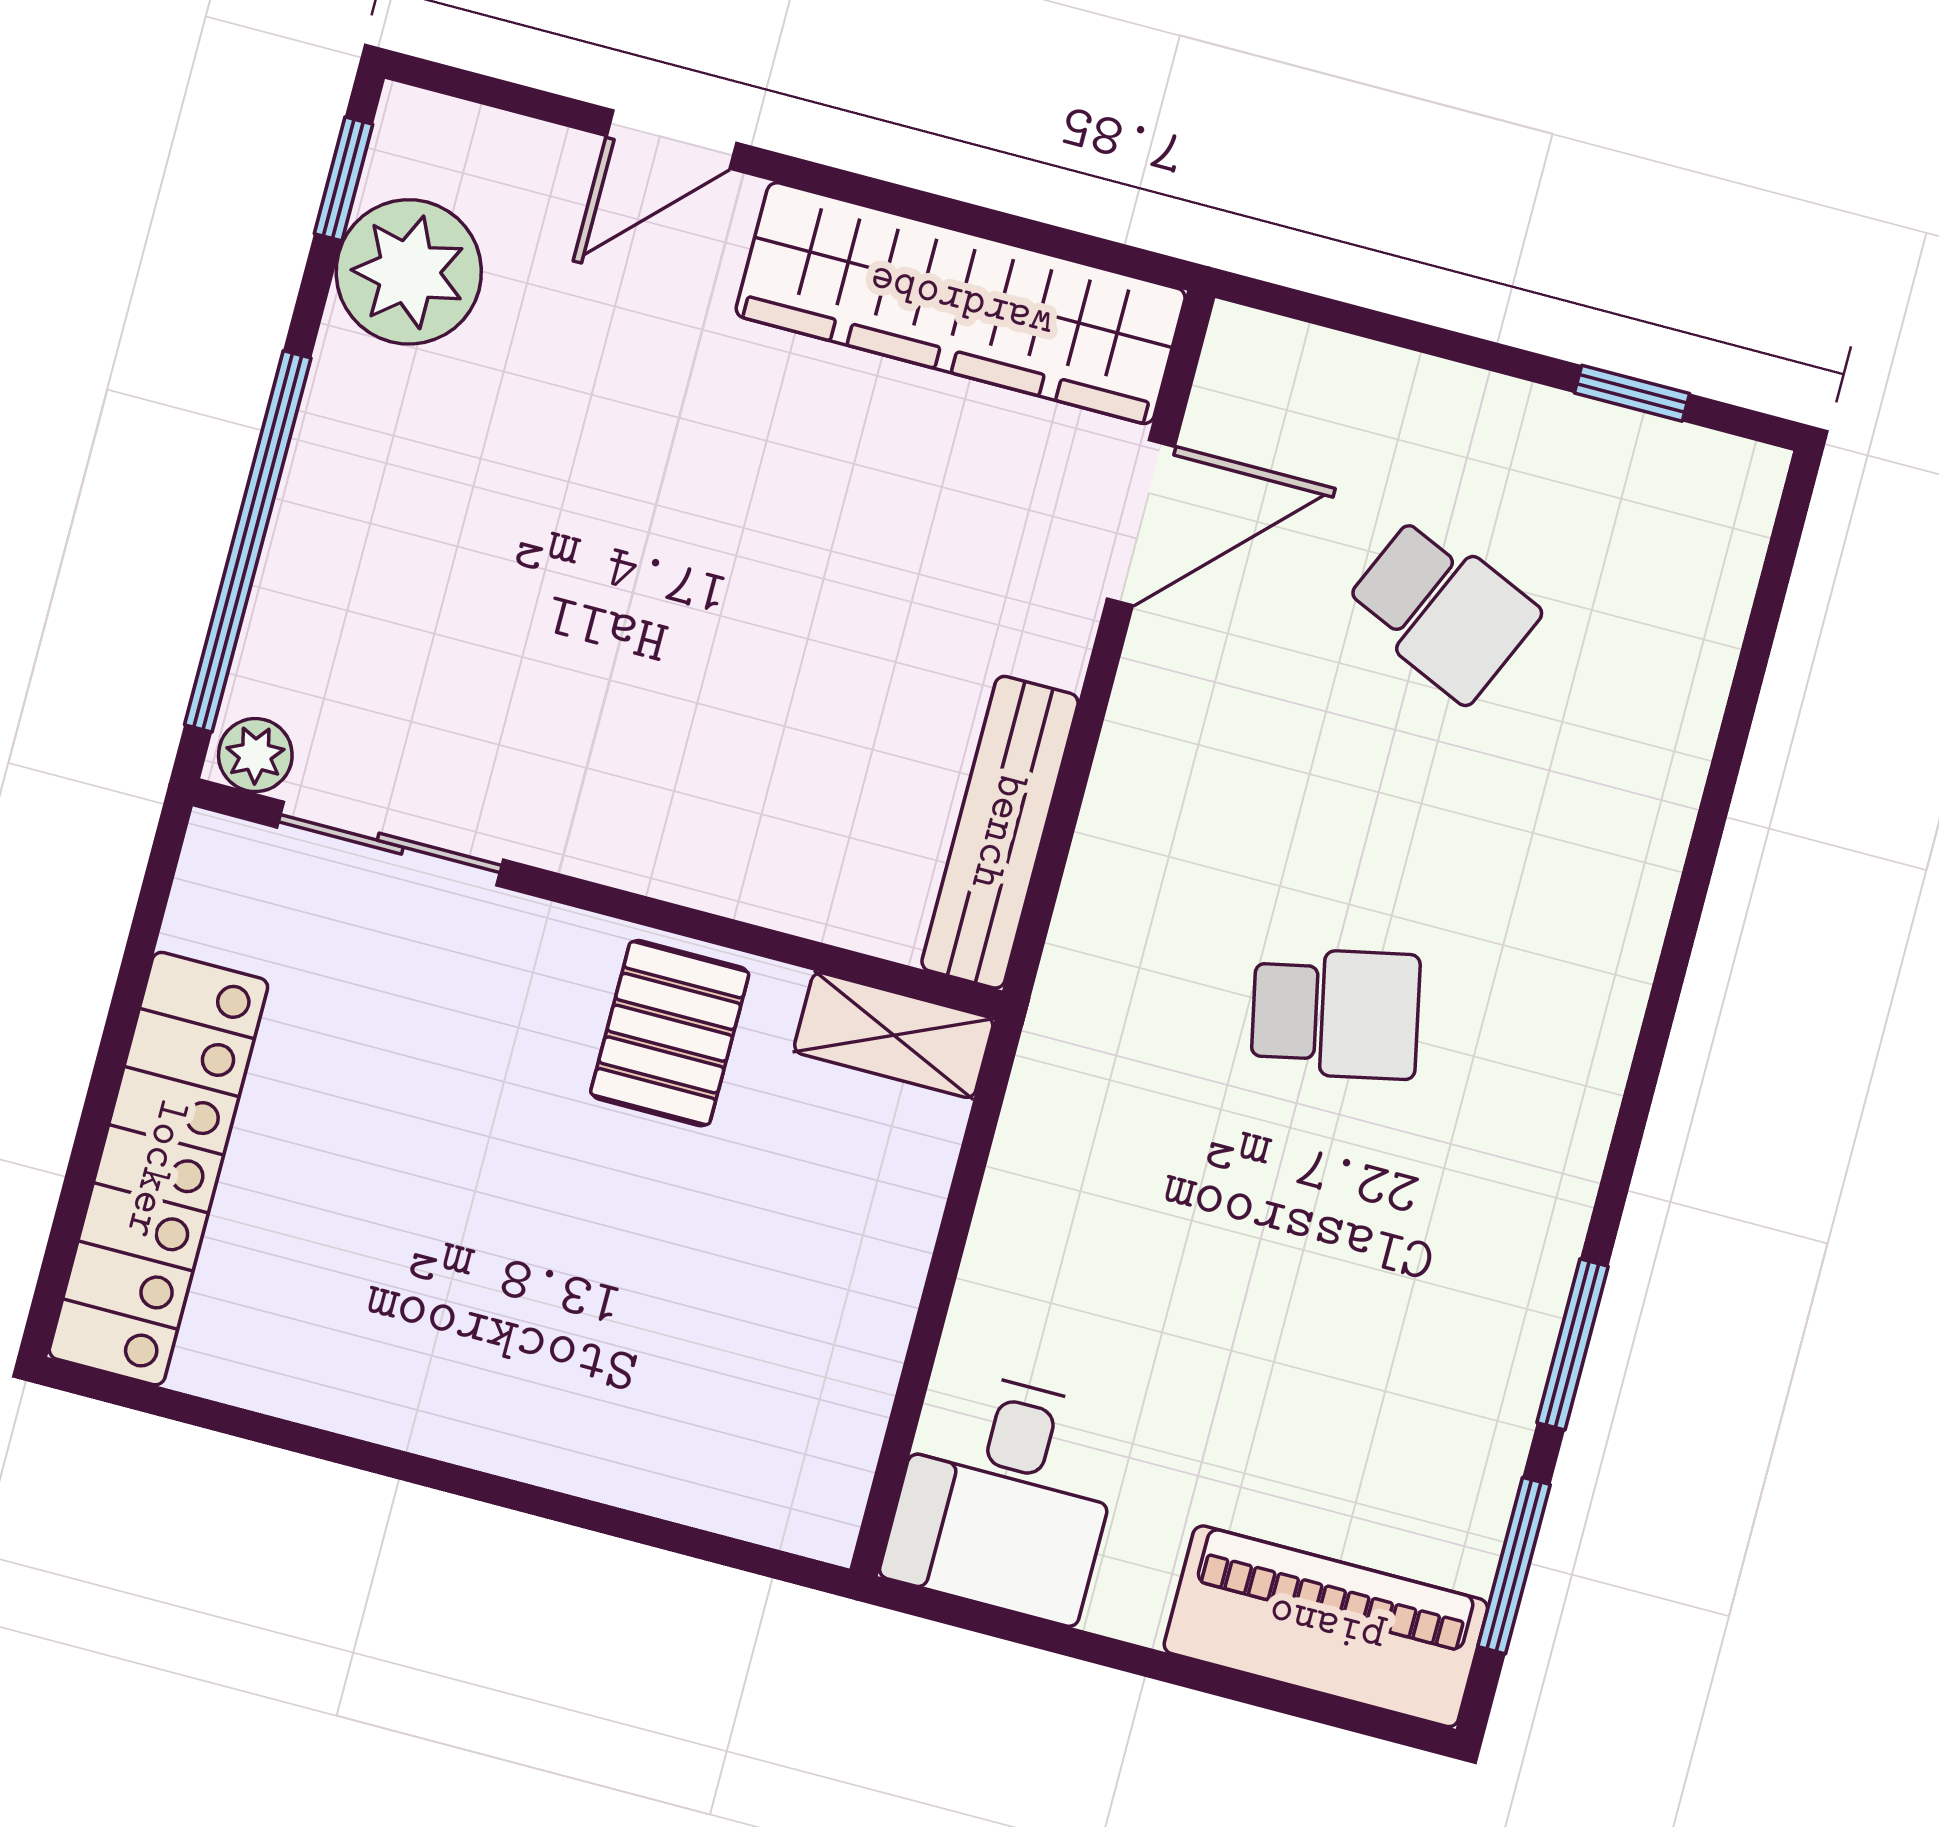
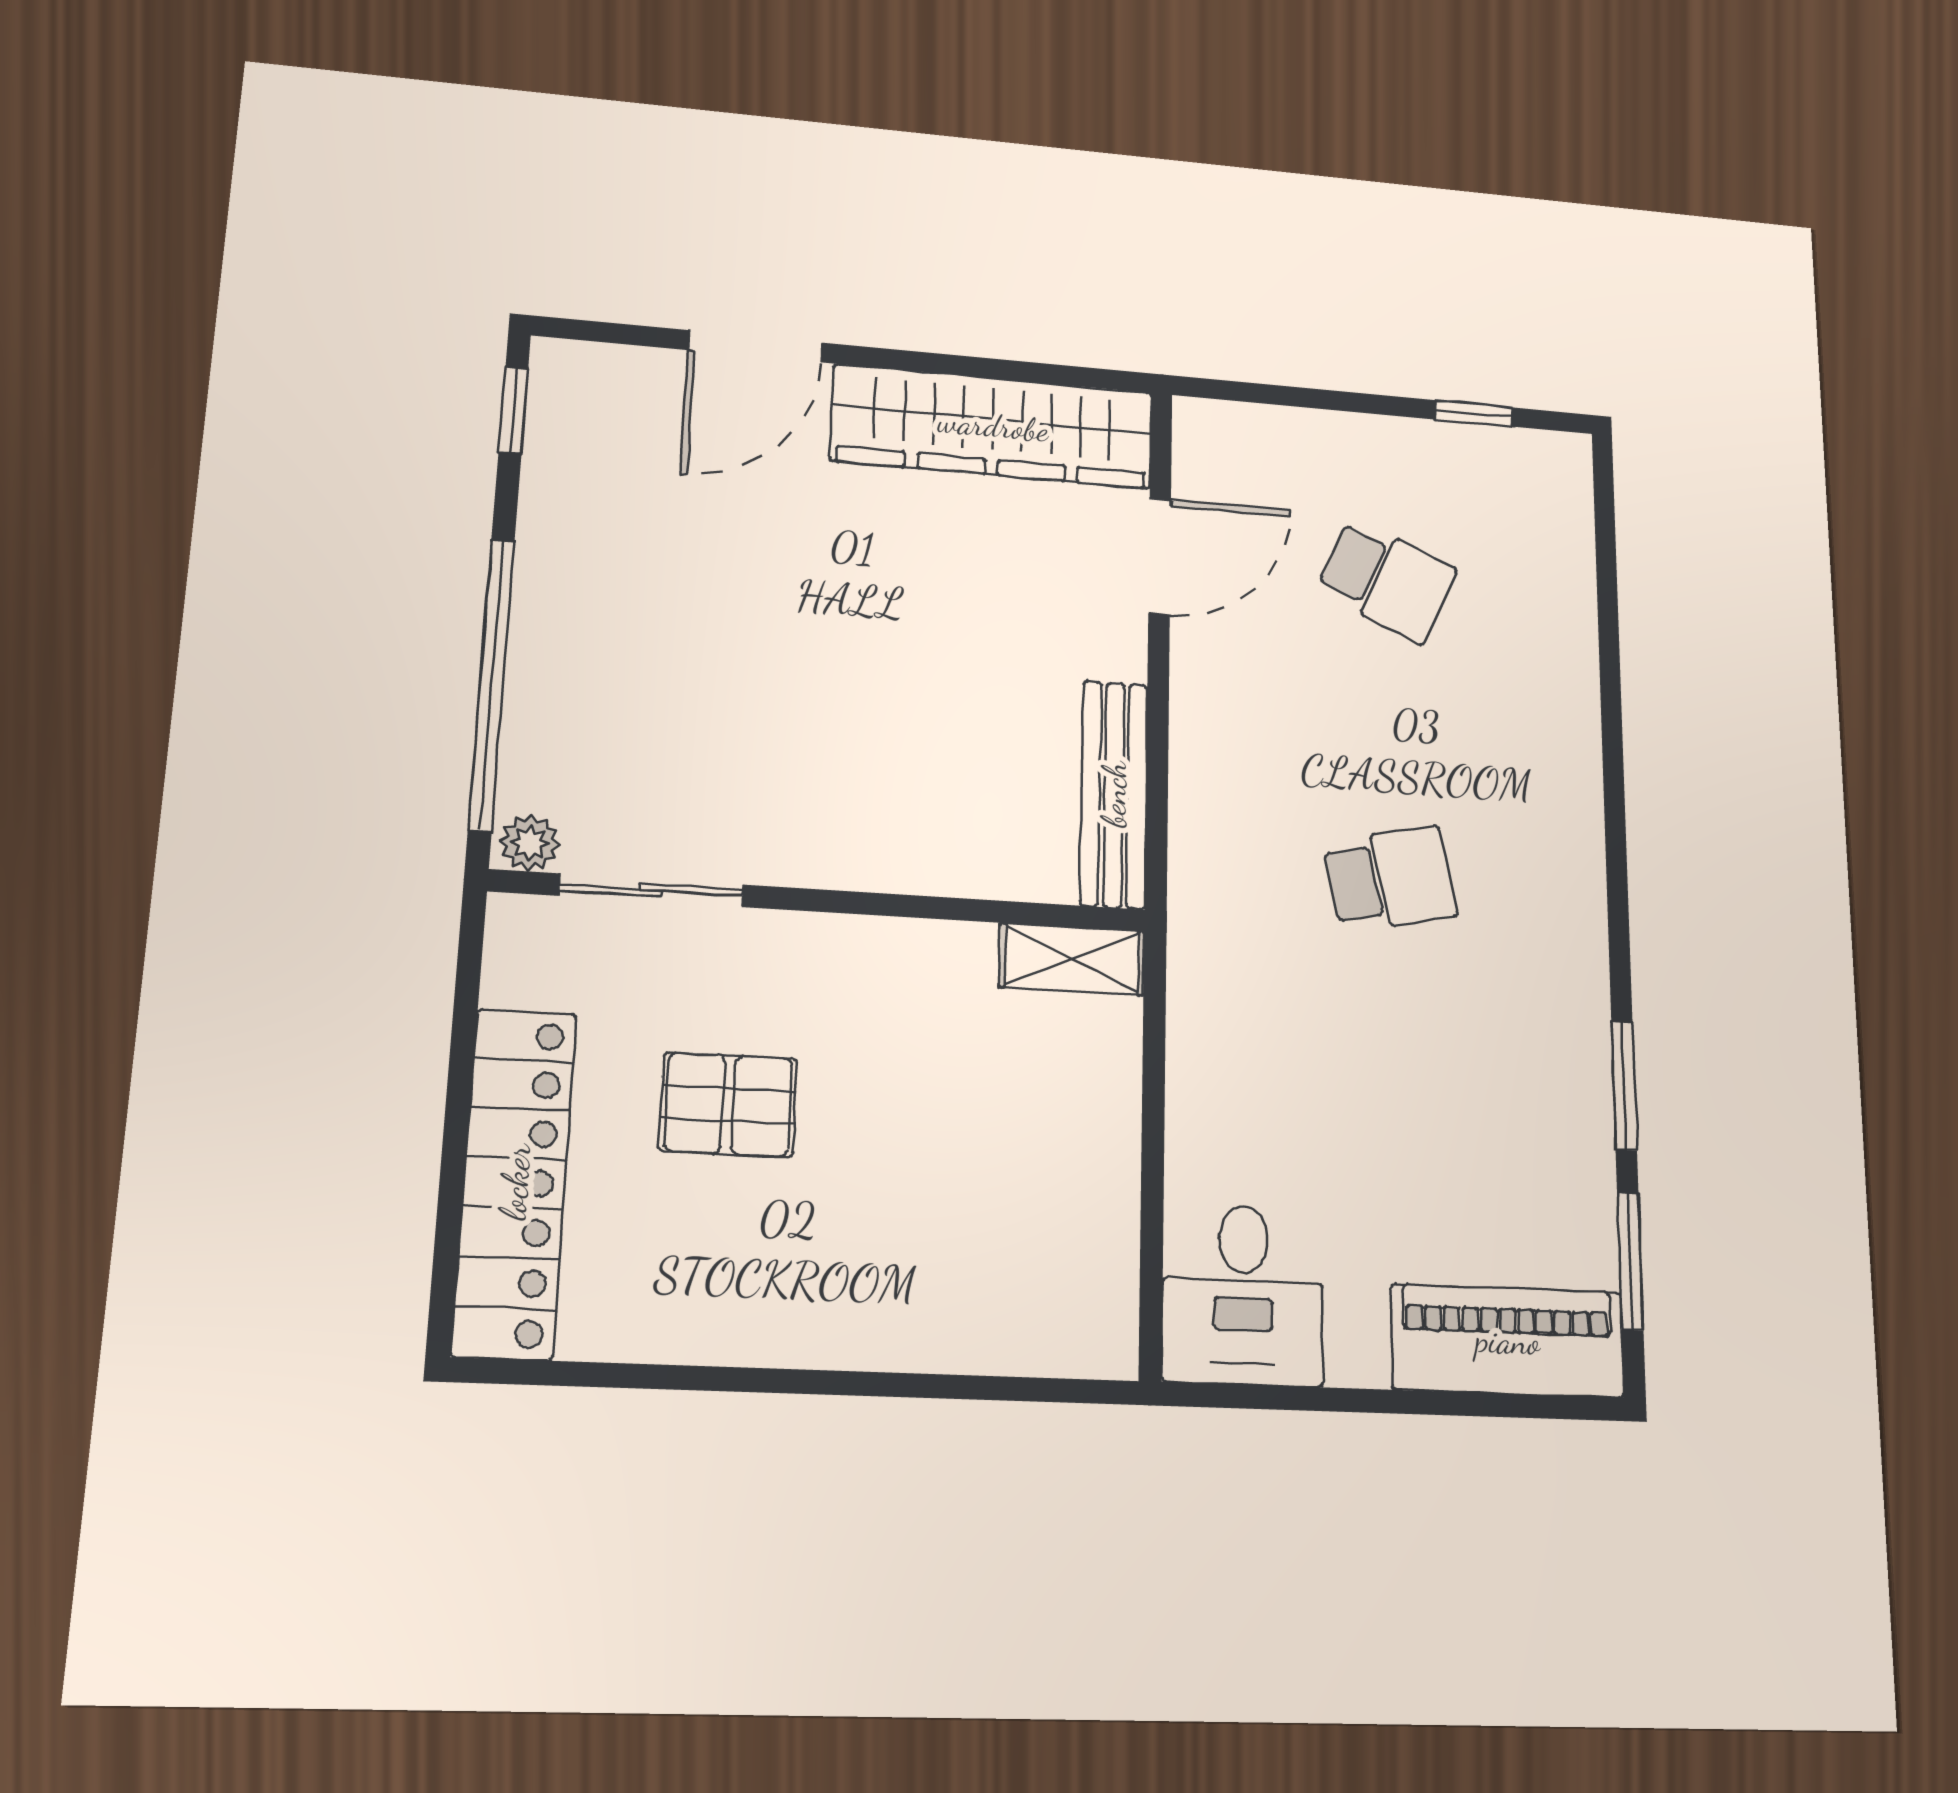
door: (671, 139) -> (755, 346), width x1.38
plant: (409, 272) -> (577, 468), removed
pallet: (670, 1033) -> (728, 1105), moved, turned 90

